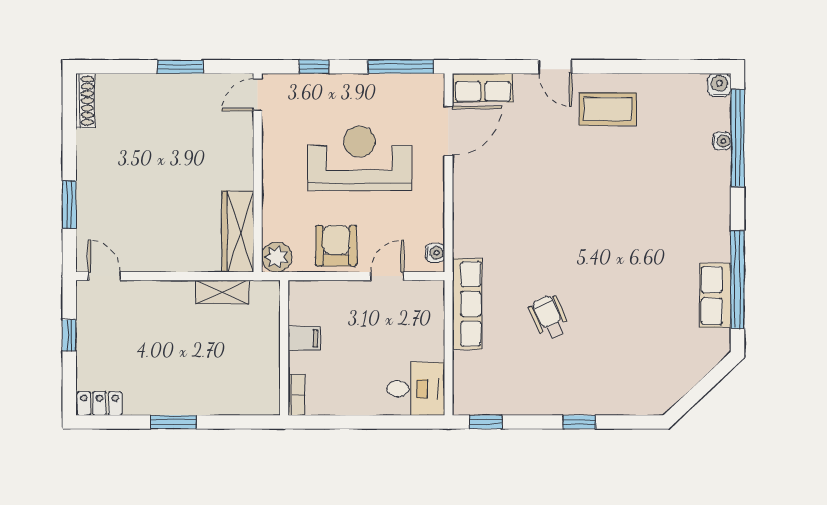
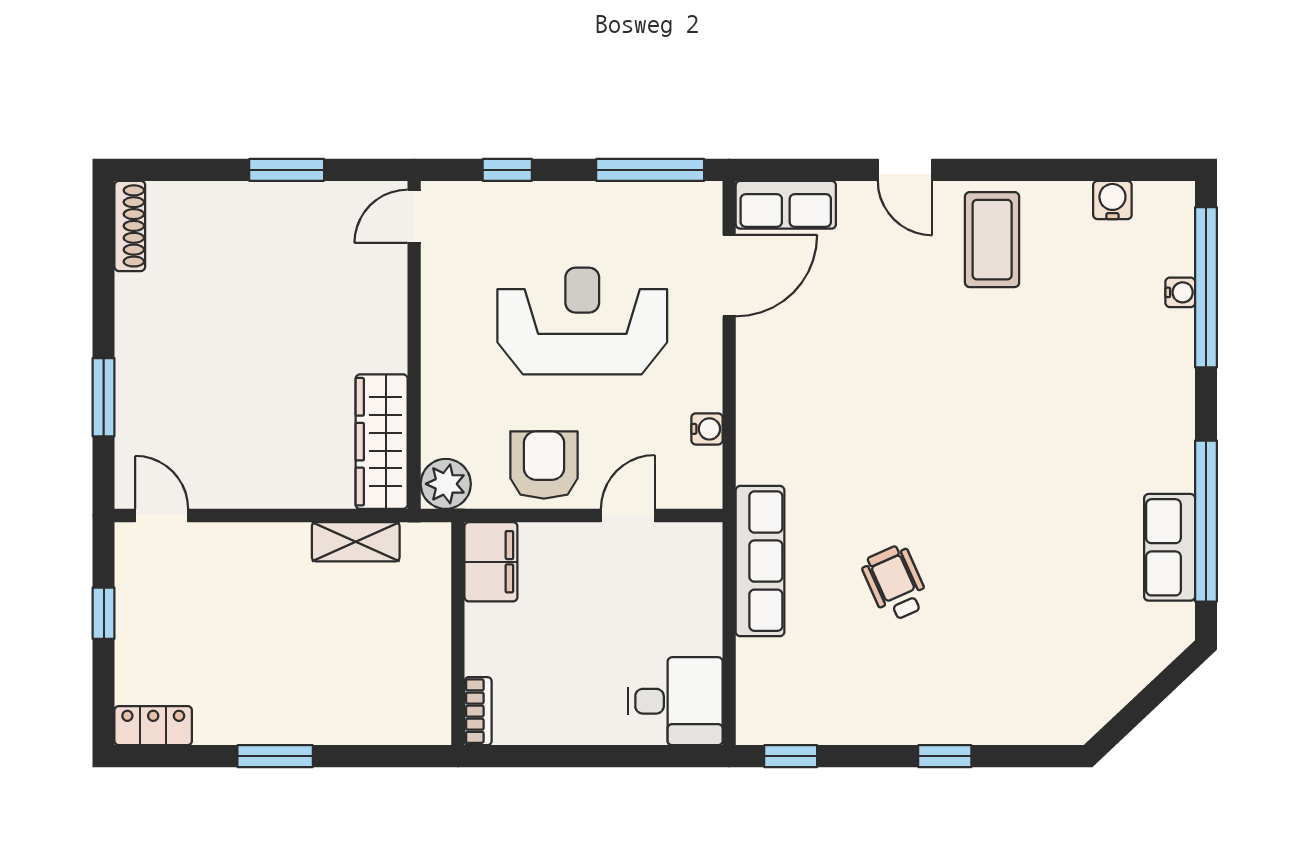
water cooler: (719, 85) -> (1112, 200), moved
coffee table: (608, 109) -> (992, 240), turned 90
water cooler: (435, 253) -> (707, 429), moved
filing cabinet: (304, 338) -> (491, 562), moved, width x2.00

